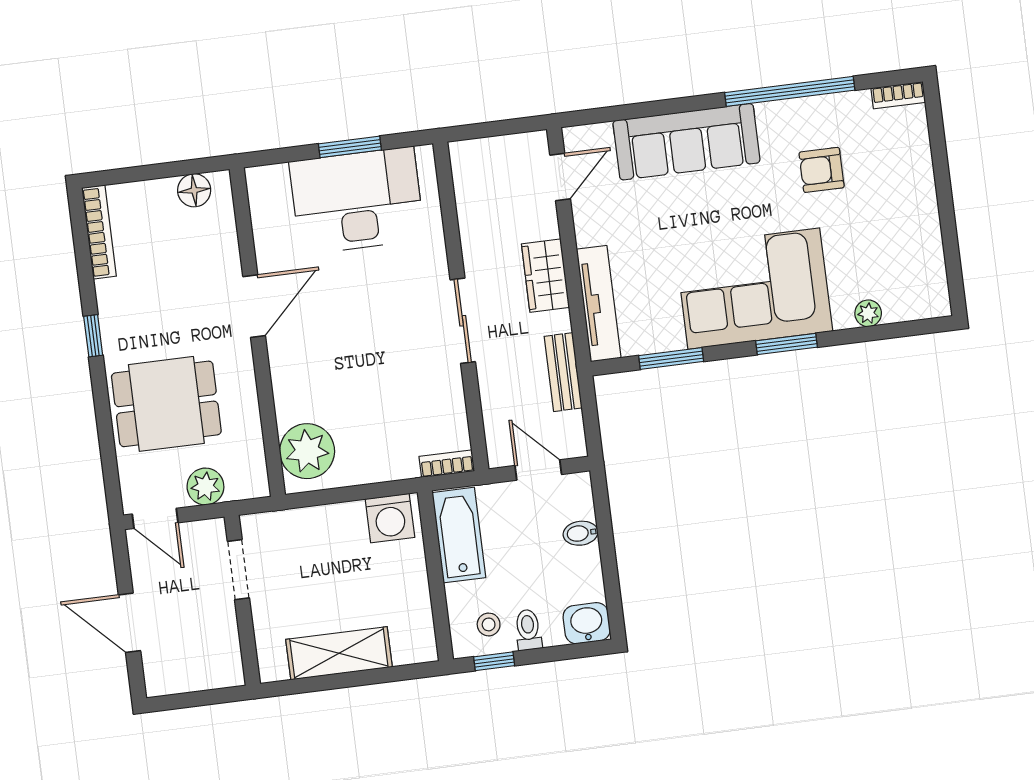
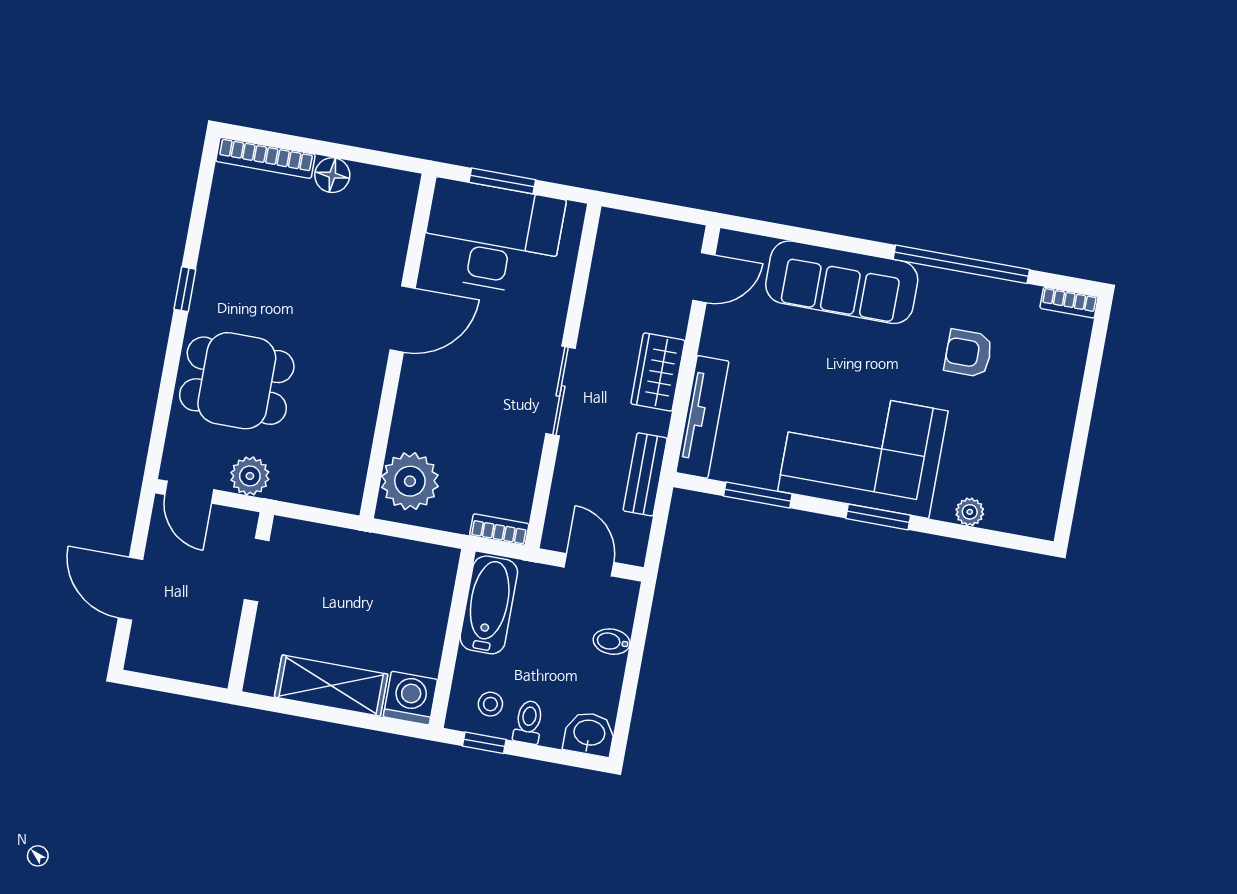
bookcase: (99, 232) -> (265, 158), moved, turned 90
door: (254, 306) -> (403, 319), moved
wall: (257, 332) -> (398, 346), moved
plant: (307, 451) -> (410, 481), moved
washing machine: (390, 518) -> (410, 698), moved, turned 180

